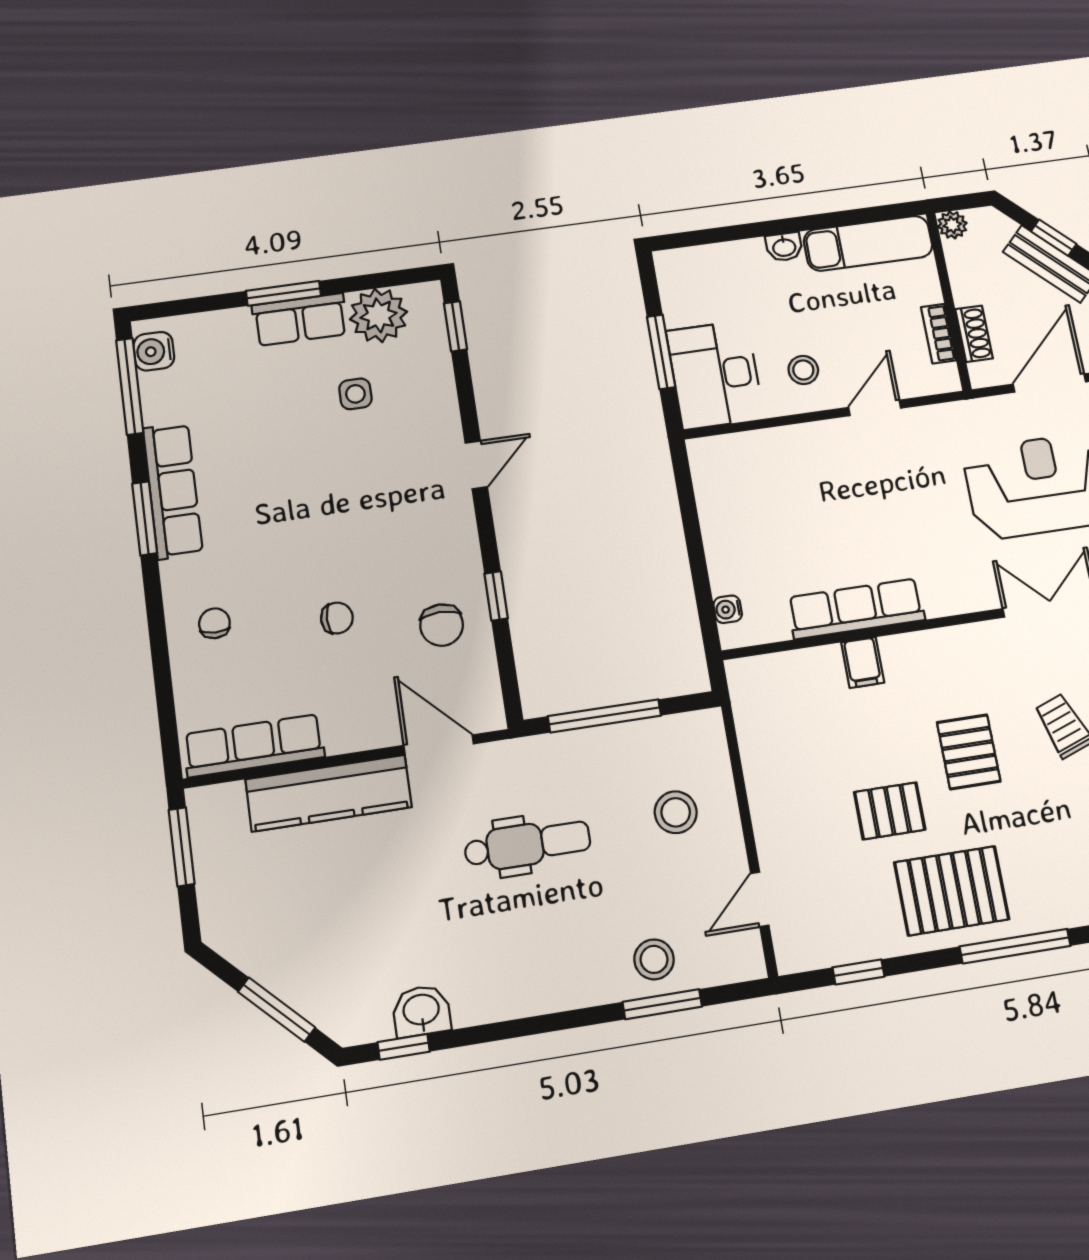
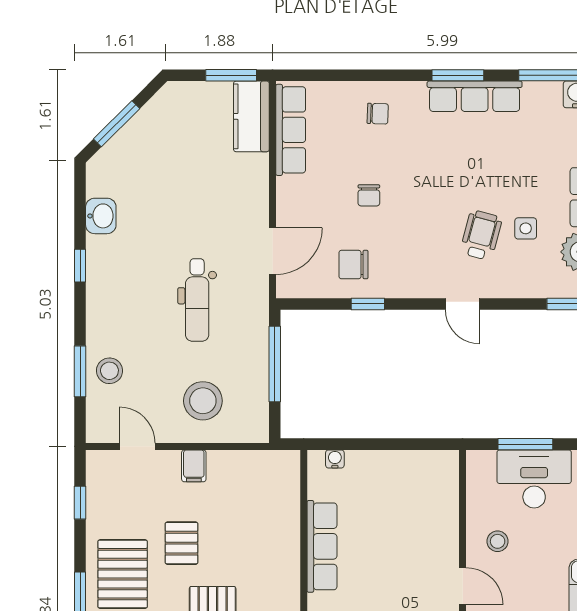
desk: (715, 375) -> (534, 479), moved
wheelchair: (374, 453) -> (481, 235), added
filing cabinet: (863, 663) -> (194, 466), moved, turned -90
kitchen counter: (329, 793) -> (251, 116), moved, width x0.67
stool: (676, 812) -> (203, 401), width x1.38, depth x1.38
window: (404, 1047) -> (80, 266), moved

